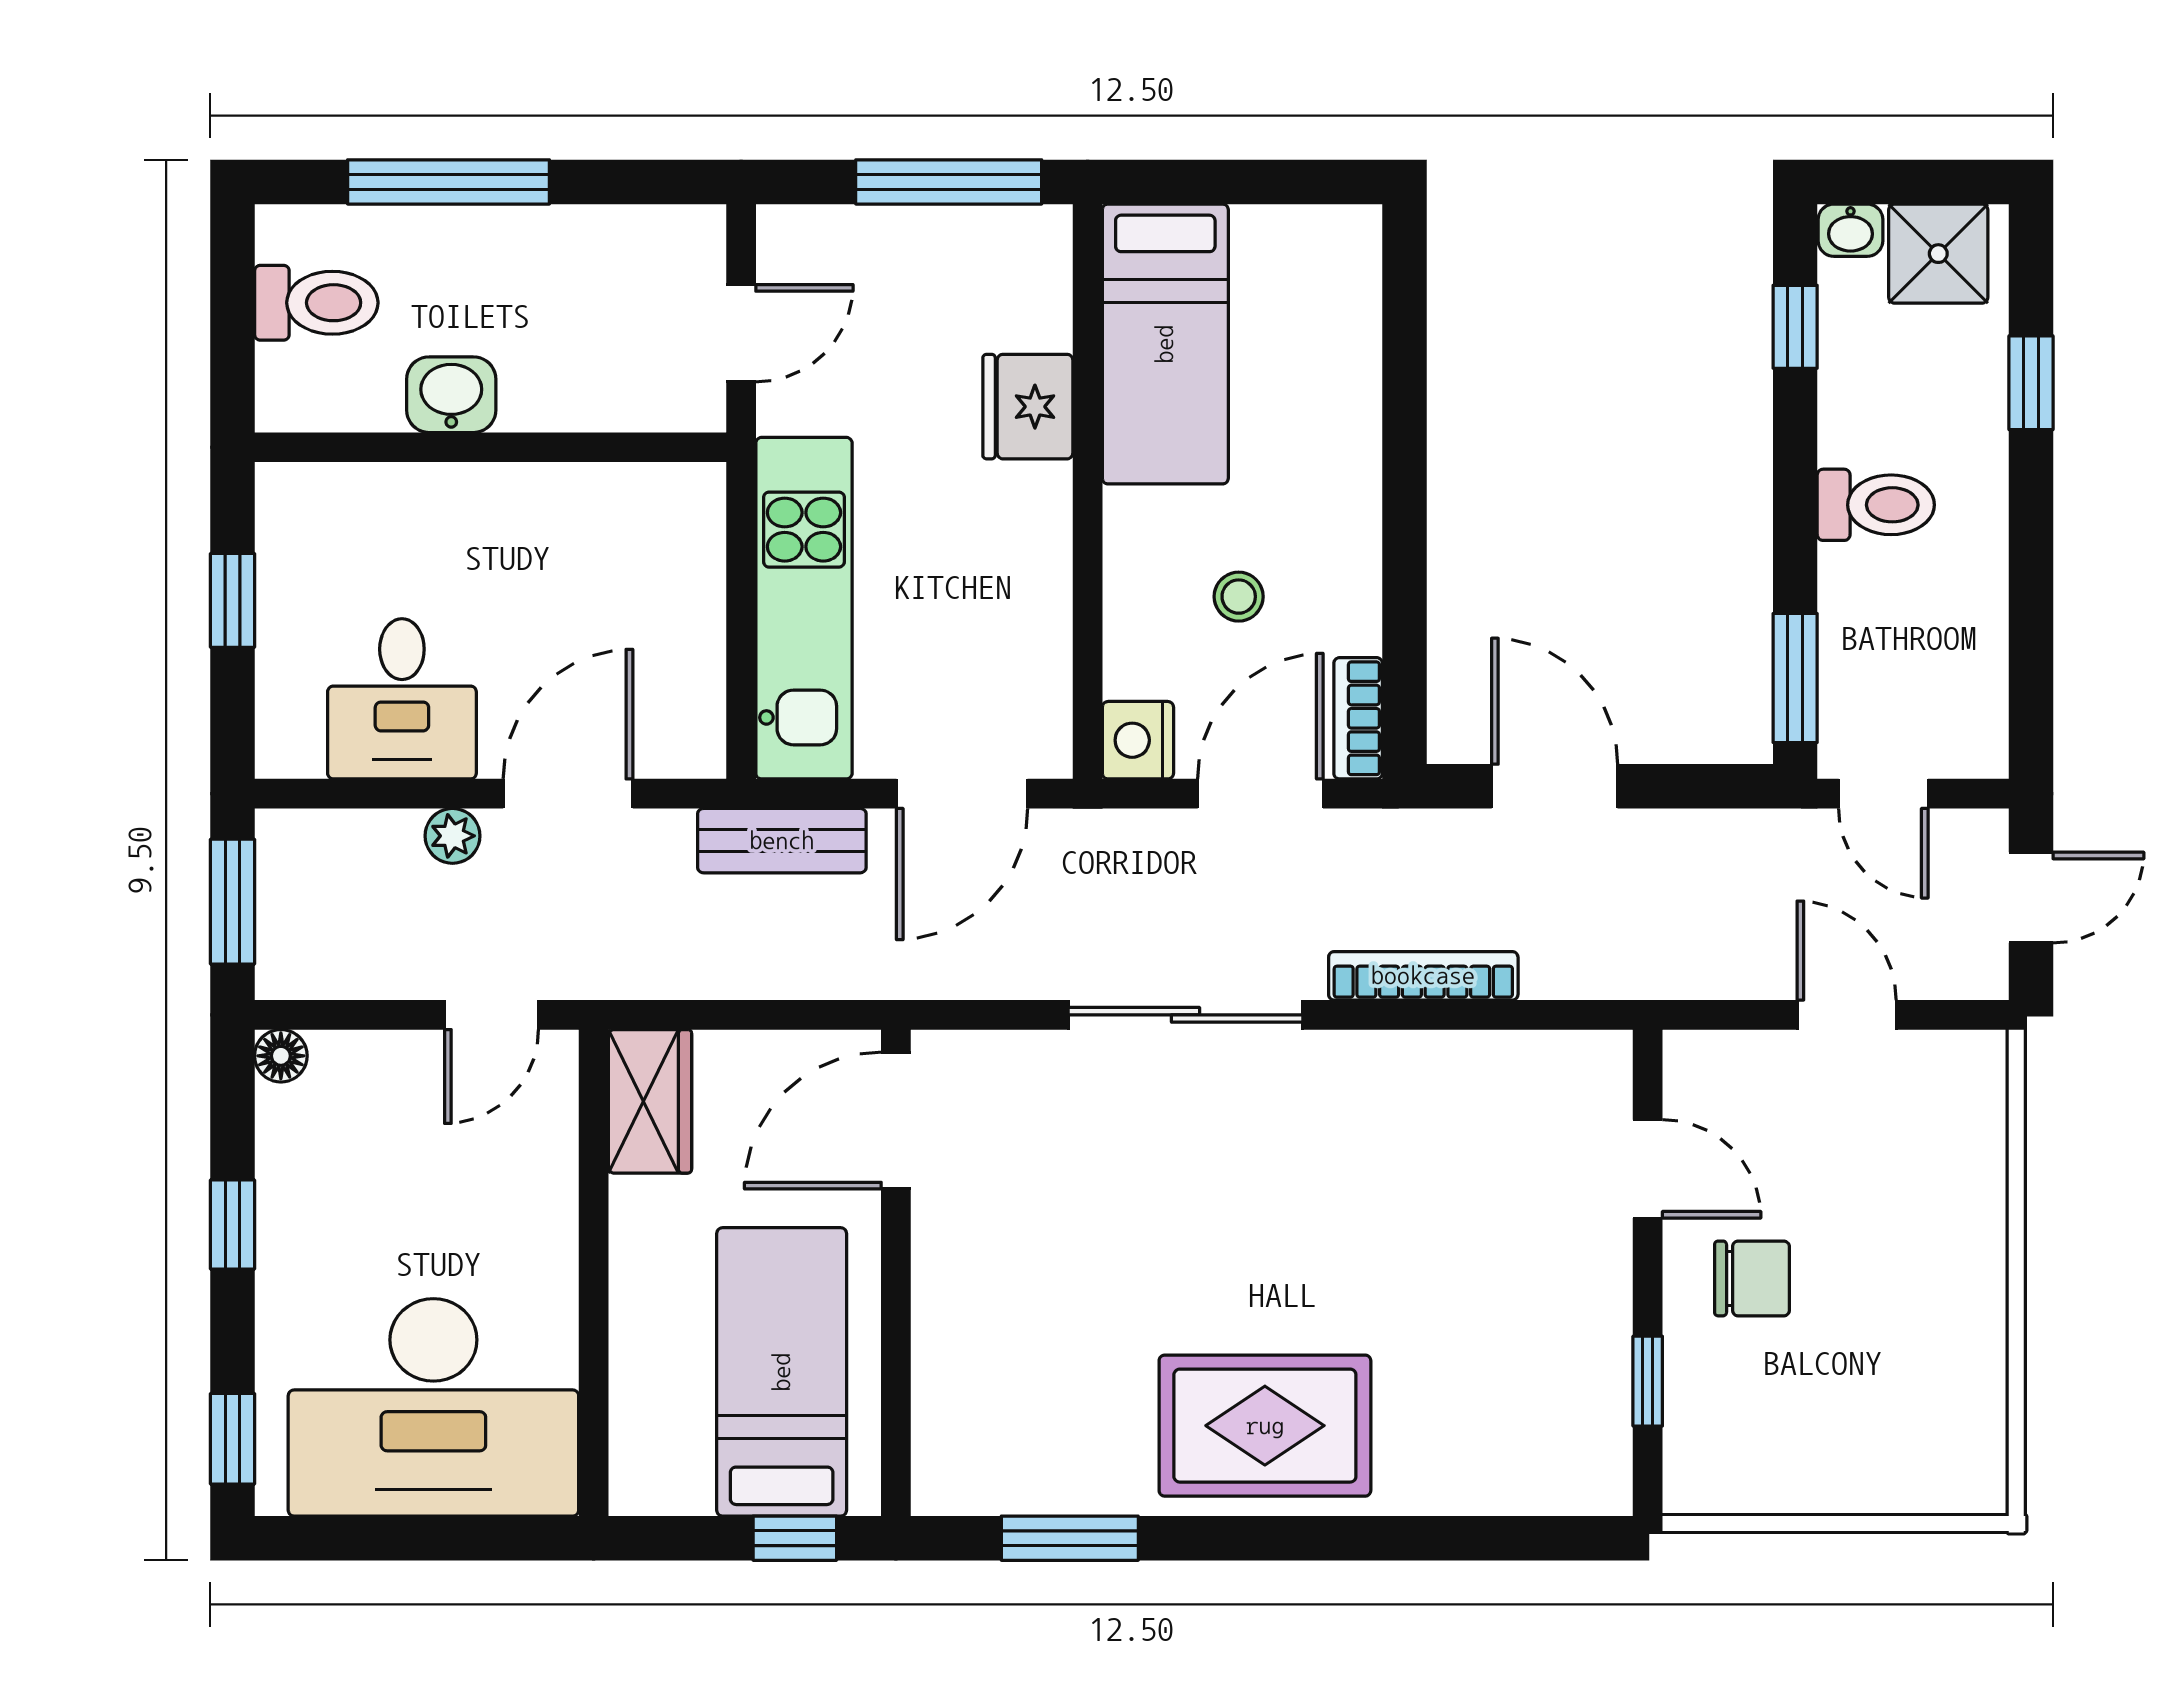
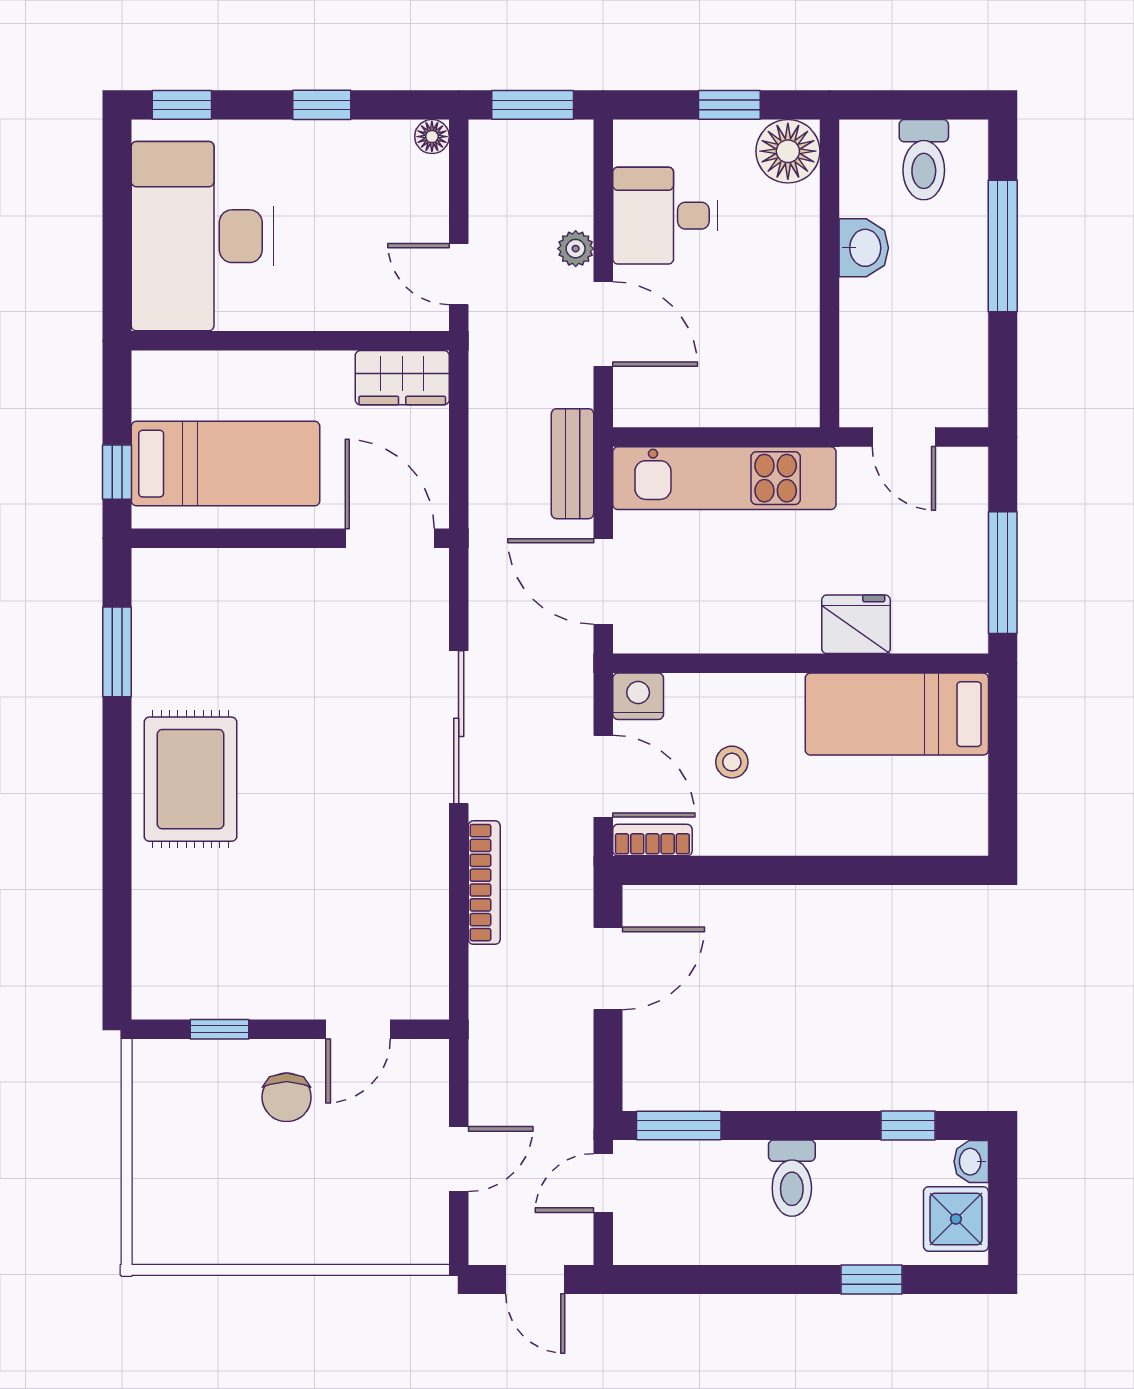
floor lamp: (303, 511) -> (788, 151), added

